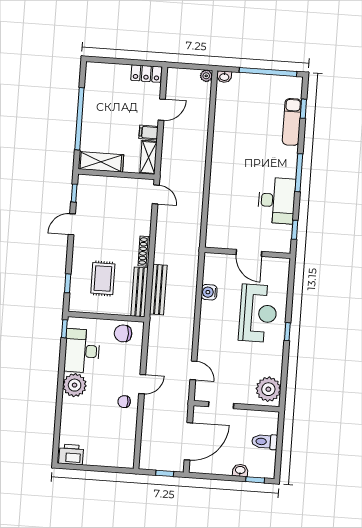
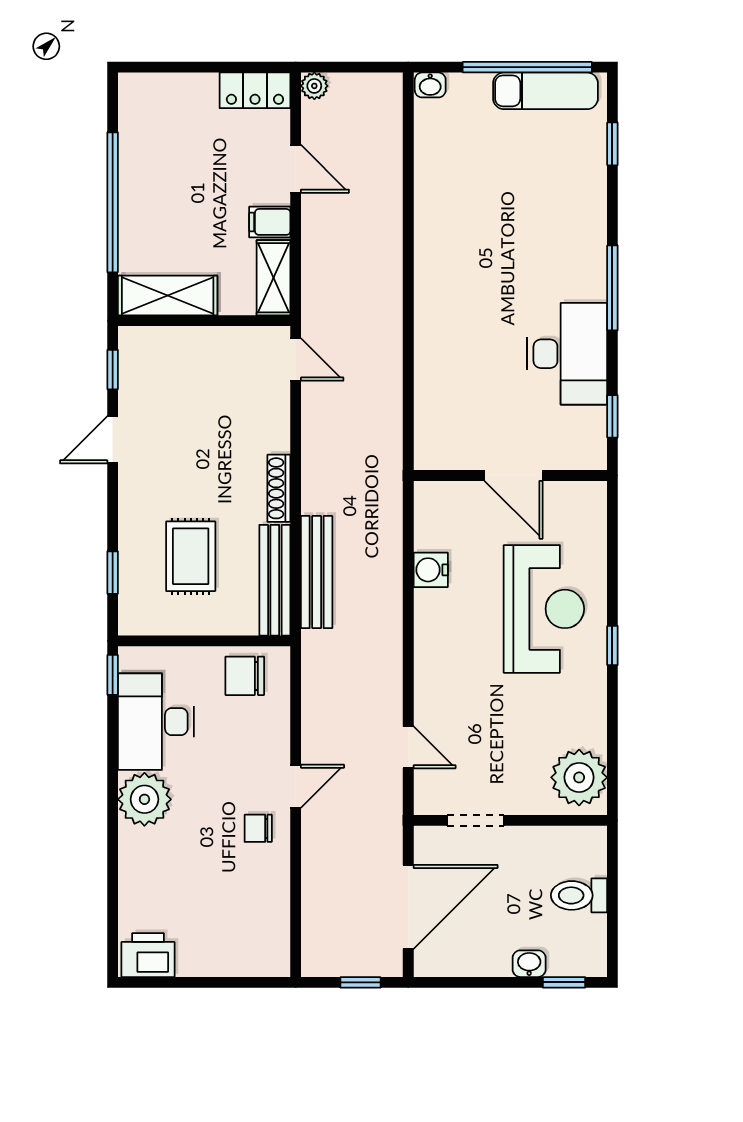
plant: (206, 76) -> (314, 86), moved
door: (162, 110) -> (296, 169), hinge flipped
exam couch: (292, 122) -> (545, 91), moved, turned -90

